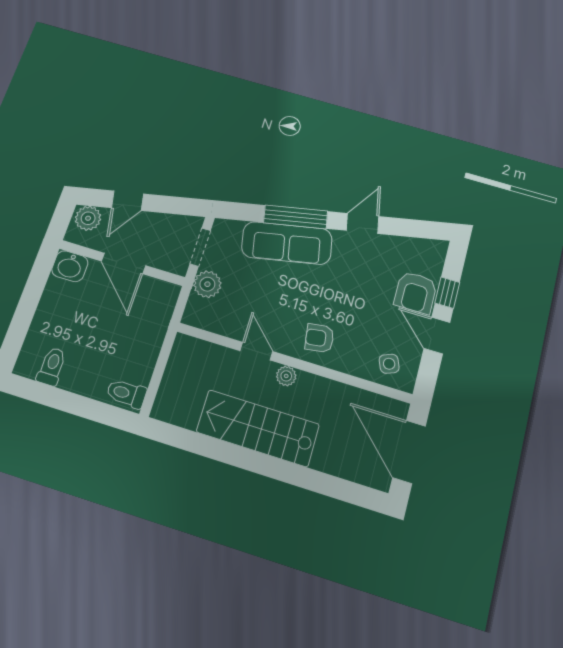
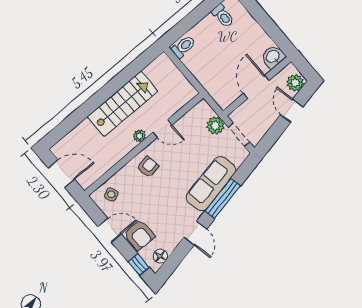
floor lamp: (423, 249) -> (161, 256), added
door: (123, 263) -> (256, 87), hinge flipped
armchair: (416, 293) -> (139, 235), turned 180
window: (447, 293) -> (139, 264), moved
door: (409, 452) -> (61, 174), width x0.73

